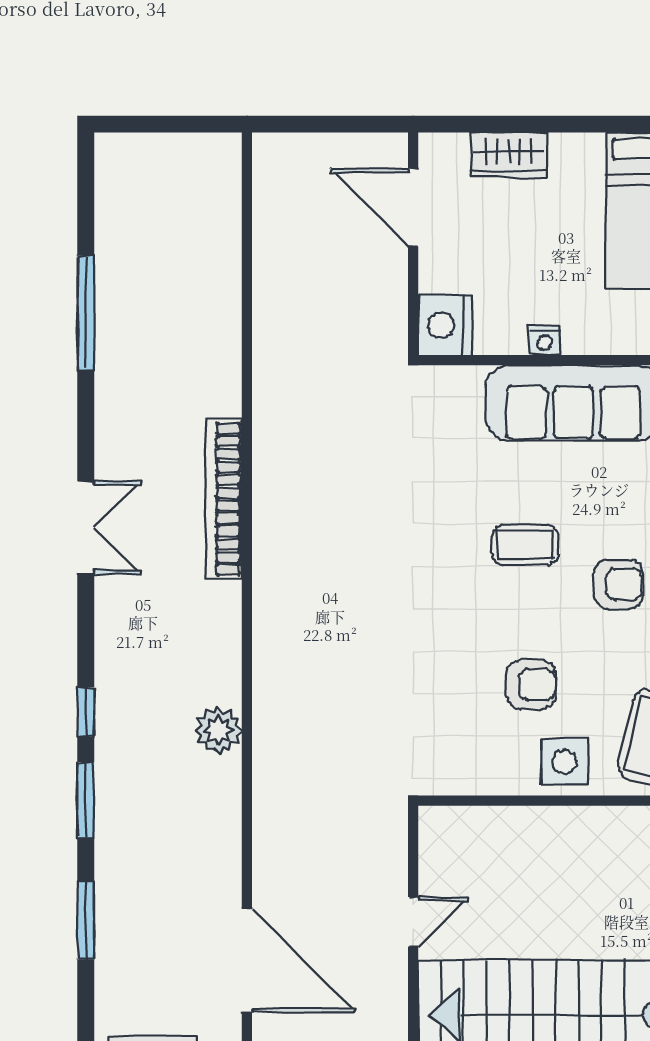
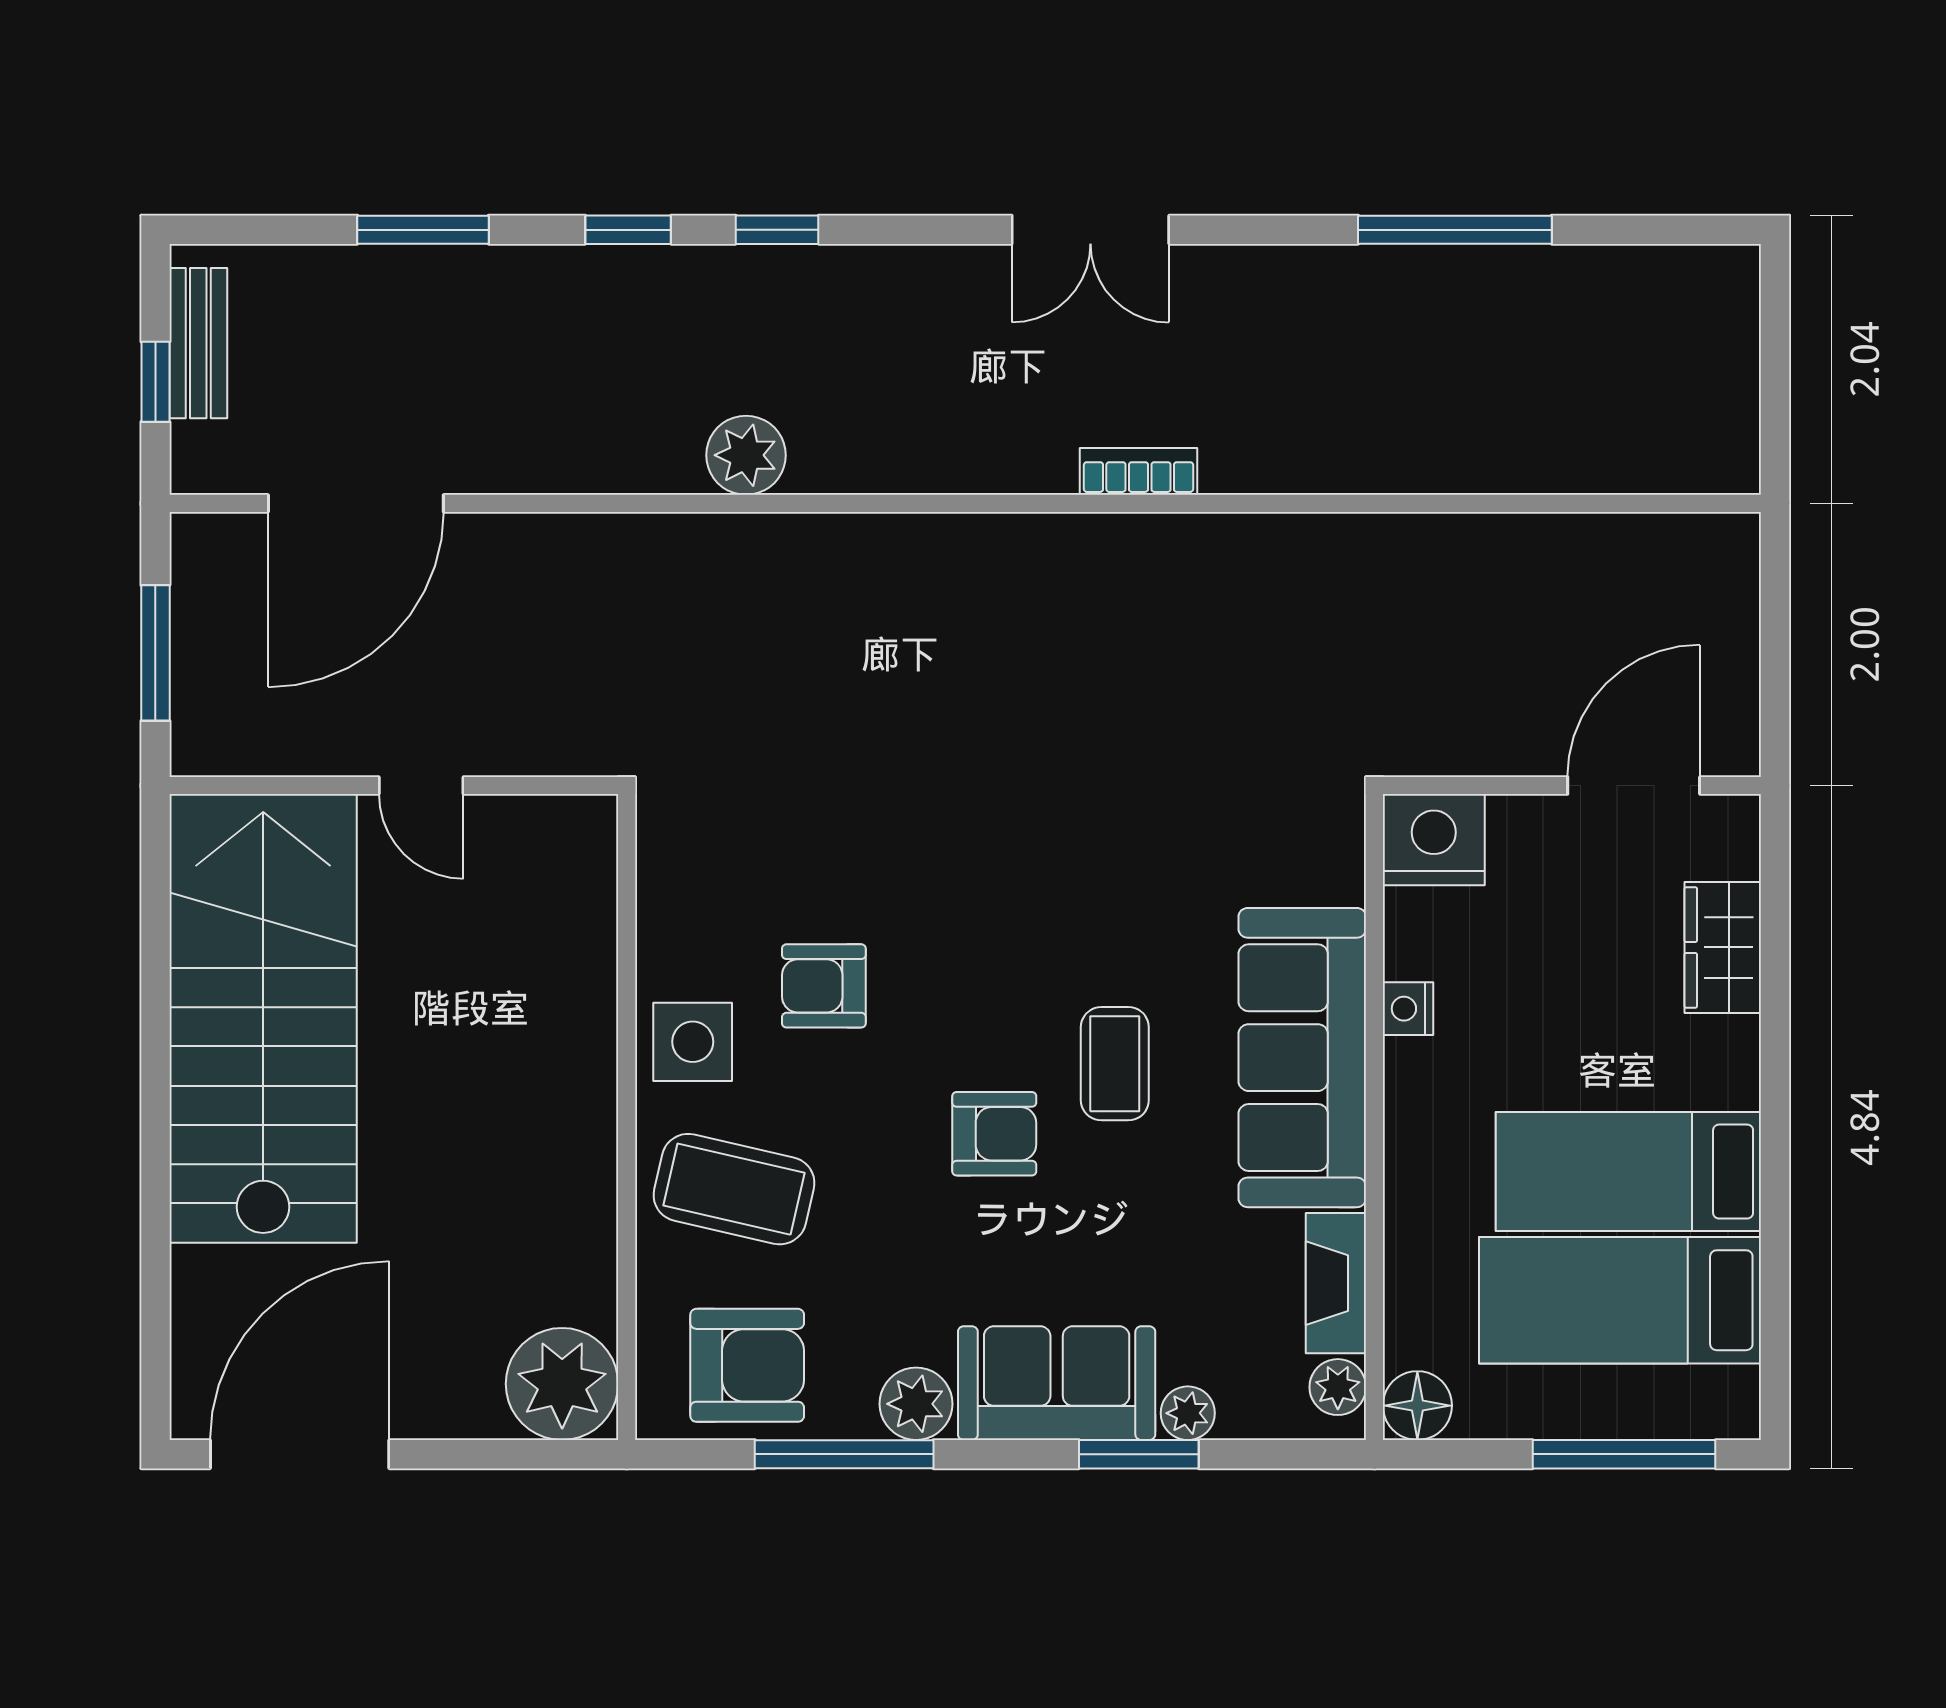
bookcase: (224, 499) -> (1138, 471), width x0.43, depth x0.76
coffee table: (525, 545) -> (1115, 1064), moved
armchair: (618, 584) -> (994, 1134), turned -90
armchair: (531, 685) -> (824, 986), turned 90
window: (86, 800) -> (628, 230), width x0.67

